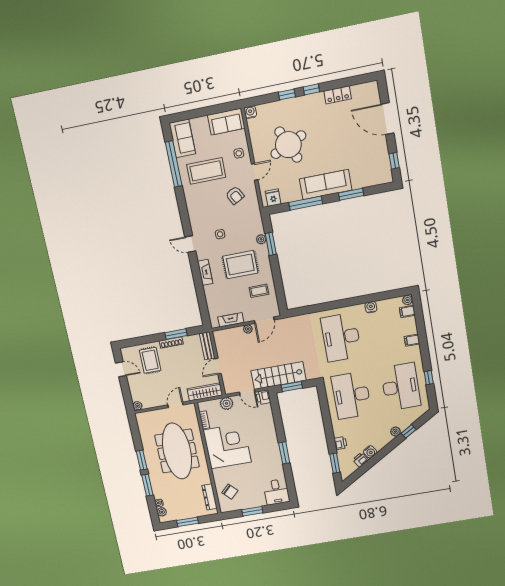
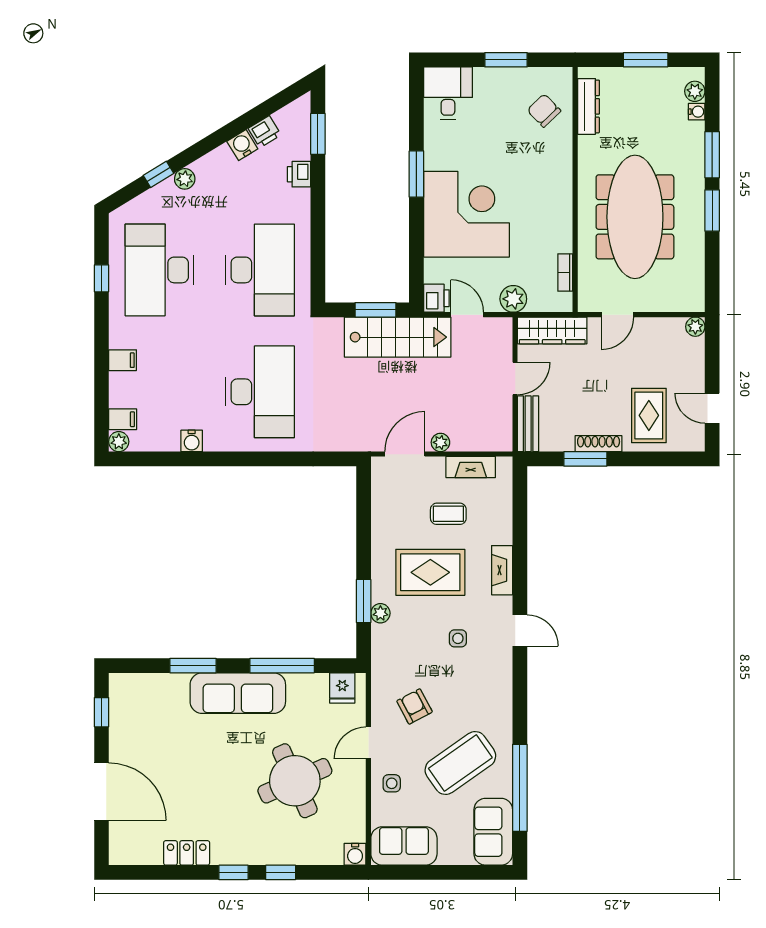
coffee table: (206, 171) -> (460, 763), turned -35
coffee table: (259, 291) -> (448, 514), moved
corner desk: (227, 446) -> (466, 214), moved, turned 180

